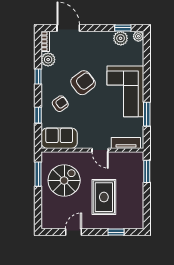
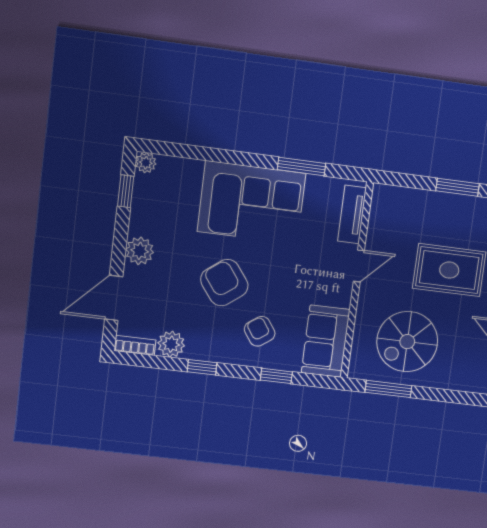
plant: (121, 38) -> (140, 251), moved
window: (147, 171) -> (458, 187), moved
spiral stairs: (64, 180) -> (407, 342), turned -90

